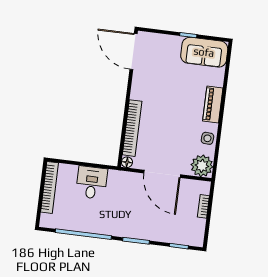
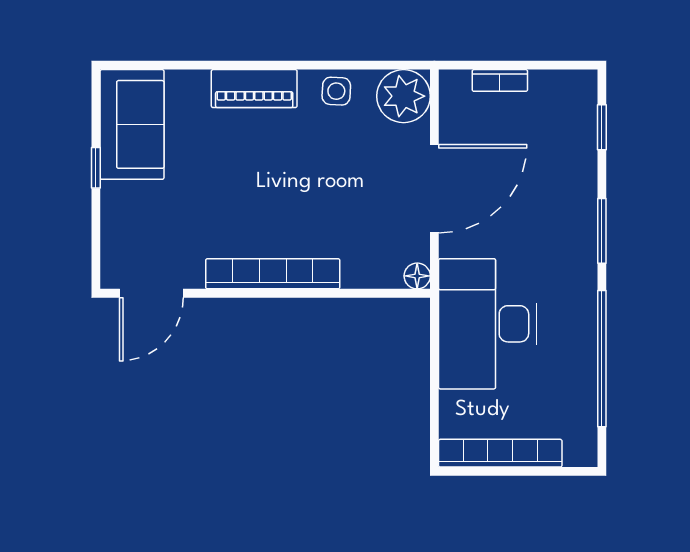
door: (133, 52) -> (151, 293), width x0.73
bookcase: (132, 128) -> (273, 274), moved
desk: (92, 183) -> (488, 324), width x1.87, depth x1.30

